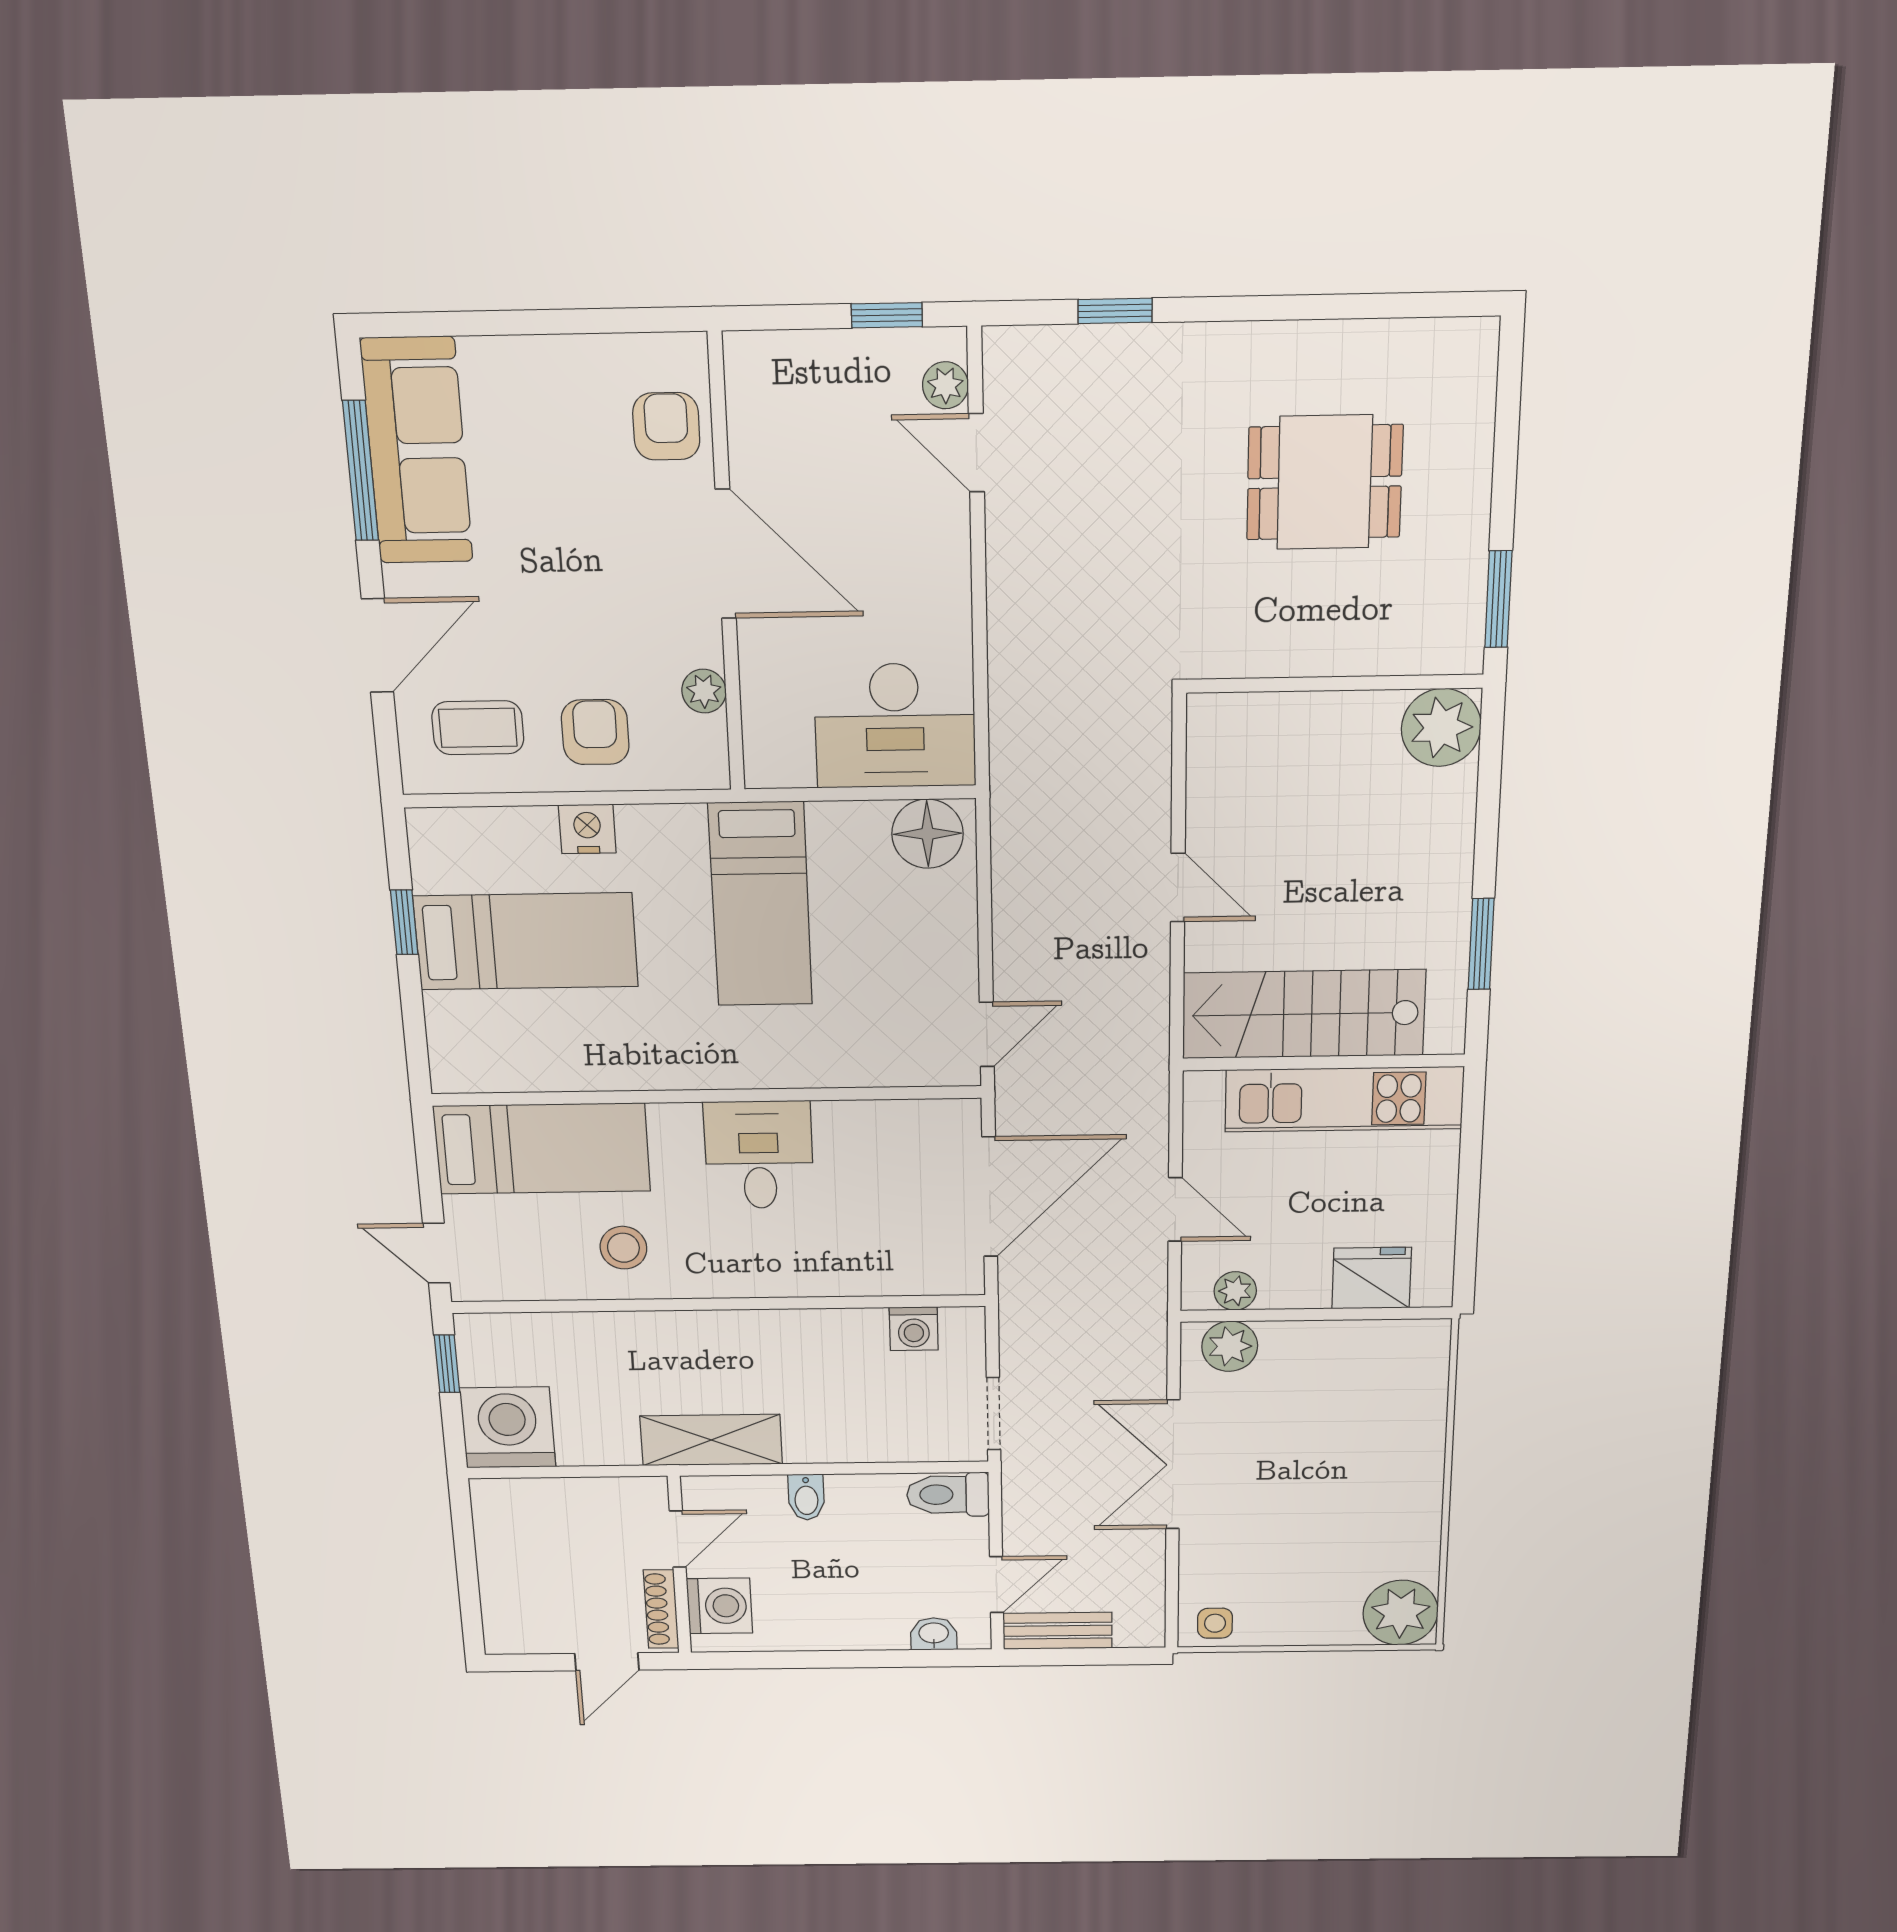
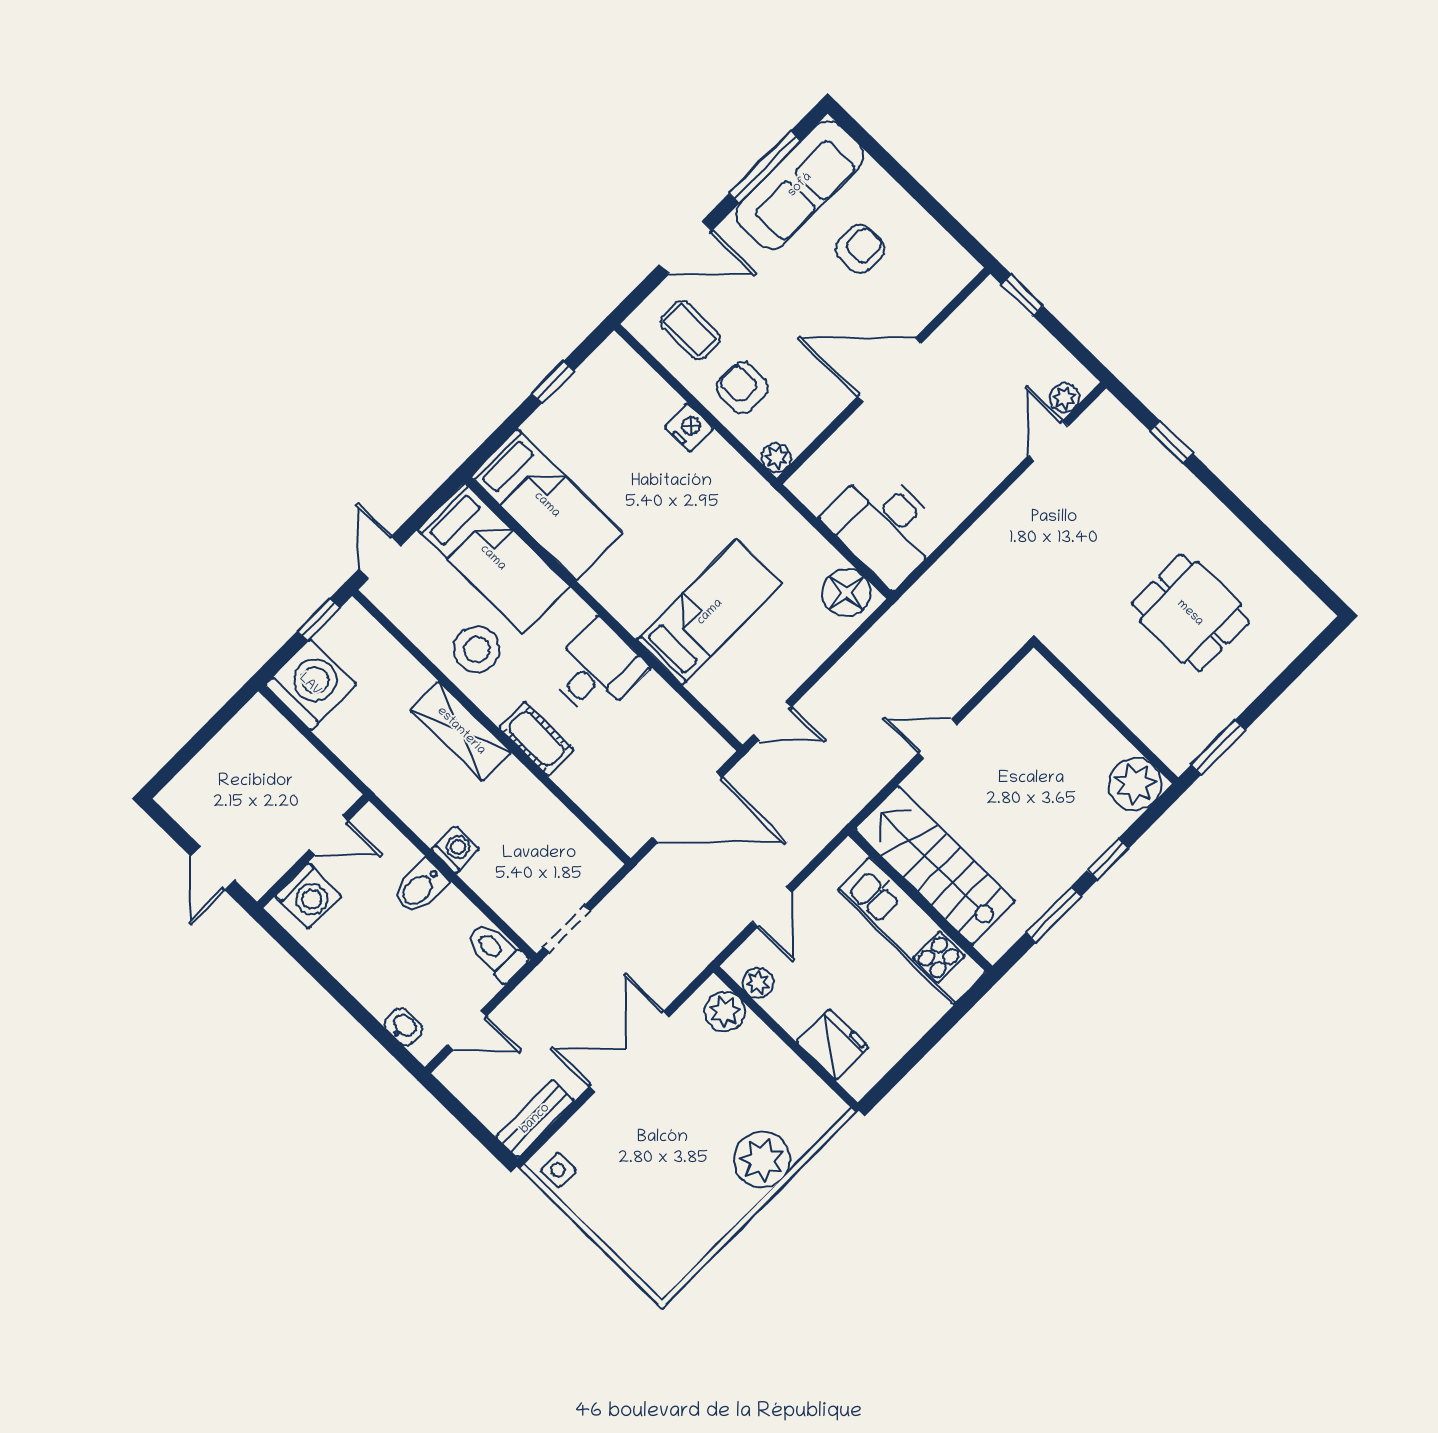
window: (887, 315) -> (1022, 295), moved
armchair: (666, 426) -> (860, 249), moved
door: (726, 554) -> (889, 370), swing flipped
plant: (704, 691) -> (776, 458), moved
armchair: (595, 732) -> (742, 388), turned -90
window: (1487, 833) -> (1108, 859), added
door: (1178, 888) -> (937, 739), swing flipped
bed: (761, 904) -> (710, 612), moved, turned 180
bed: (526, 941) -> (547, 505), moved
stool: (623, 1248) -> (477, 649), width x1.38, depth x1.38
cot: (773, 1274) -> (536, 739), added
washing machine: (914, 1329) -> (455, 850), moved, turned 180
shelving: (711, 1440) -> (461, 731), moved
bidet: (806, 1497) -> (420, 887), width x1.38, depth x1.36
shoe rack: (661, 1609) -> (276, 867), removed
plant: (1401, 1613) -> (762, 1160), moved
bench: (1058, 1631) -> (535, 1119), moved, turned 90
door: (607, 1662) -> (213, 868), hinge flipped

